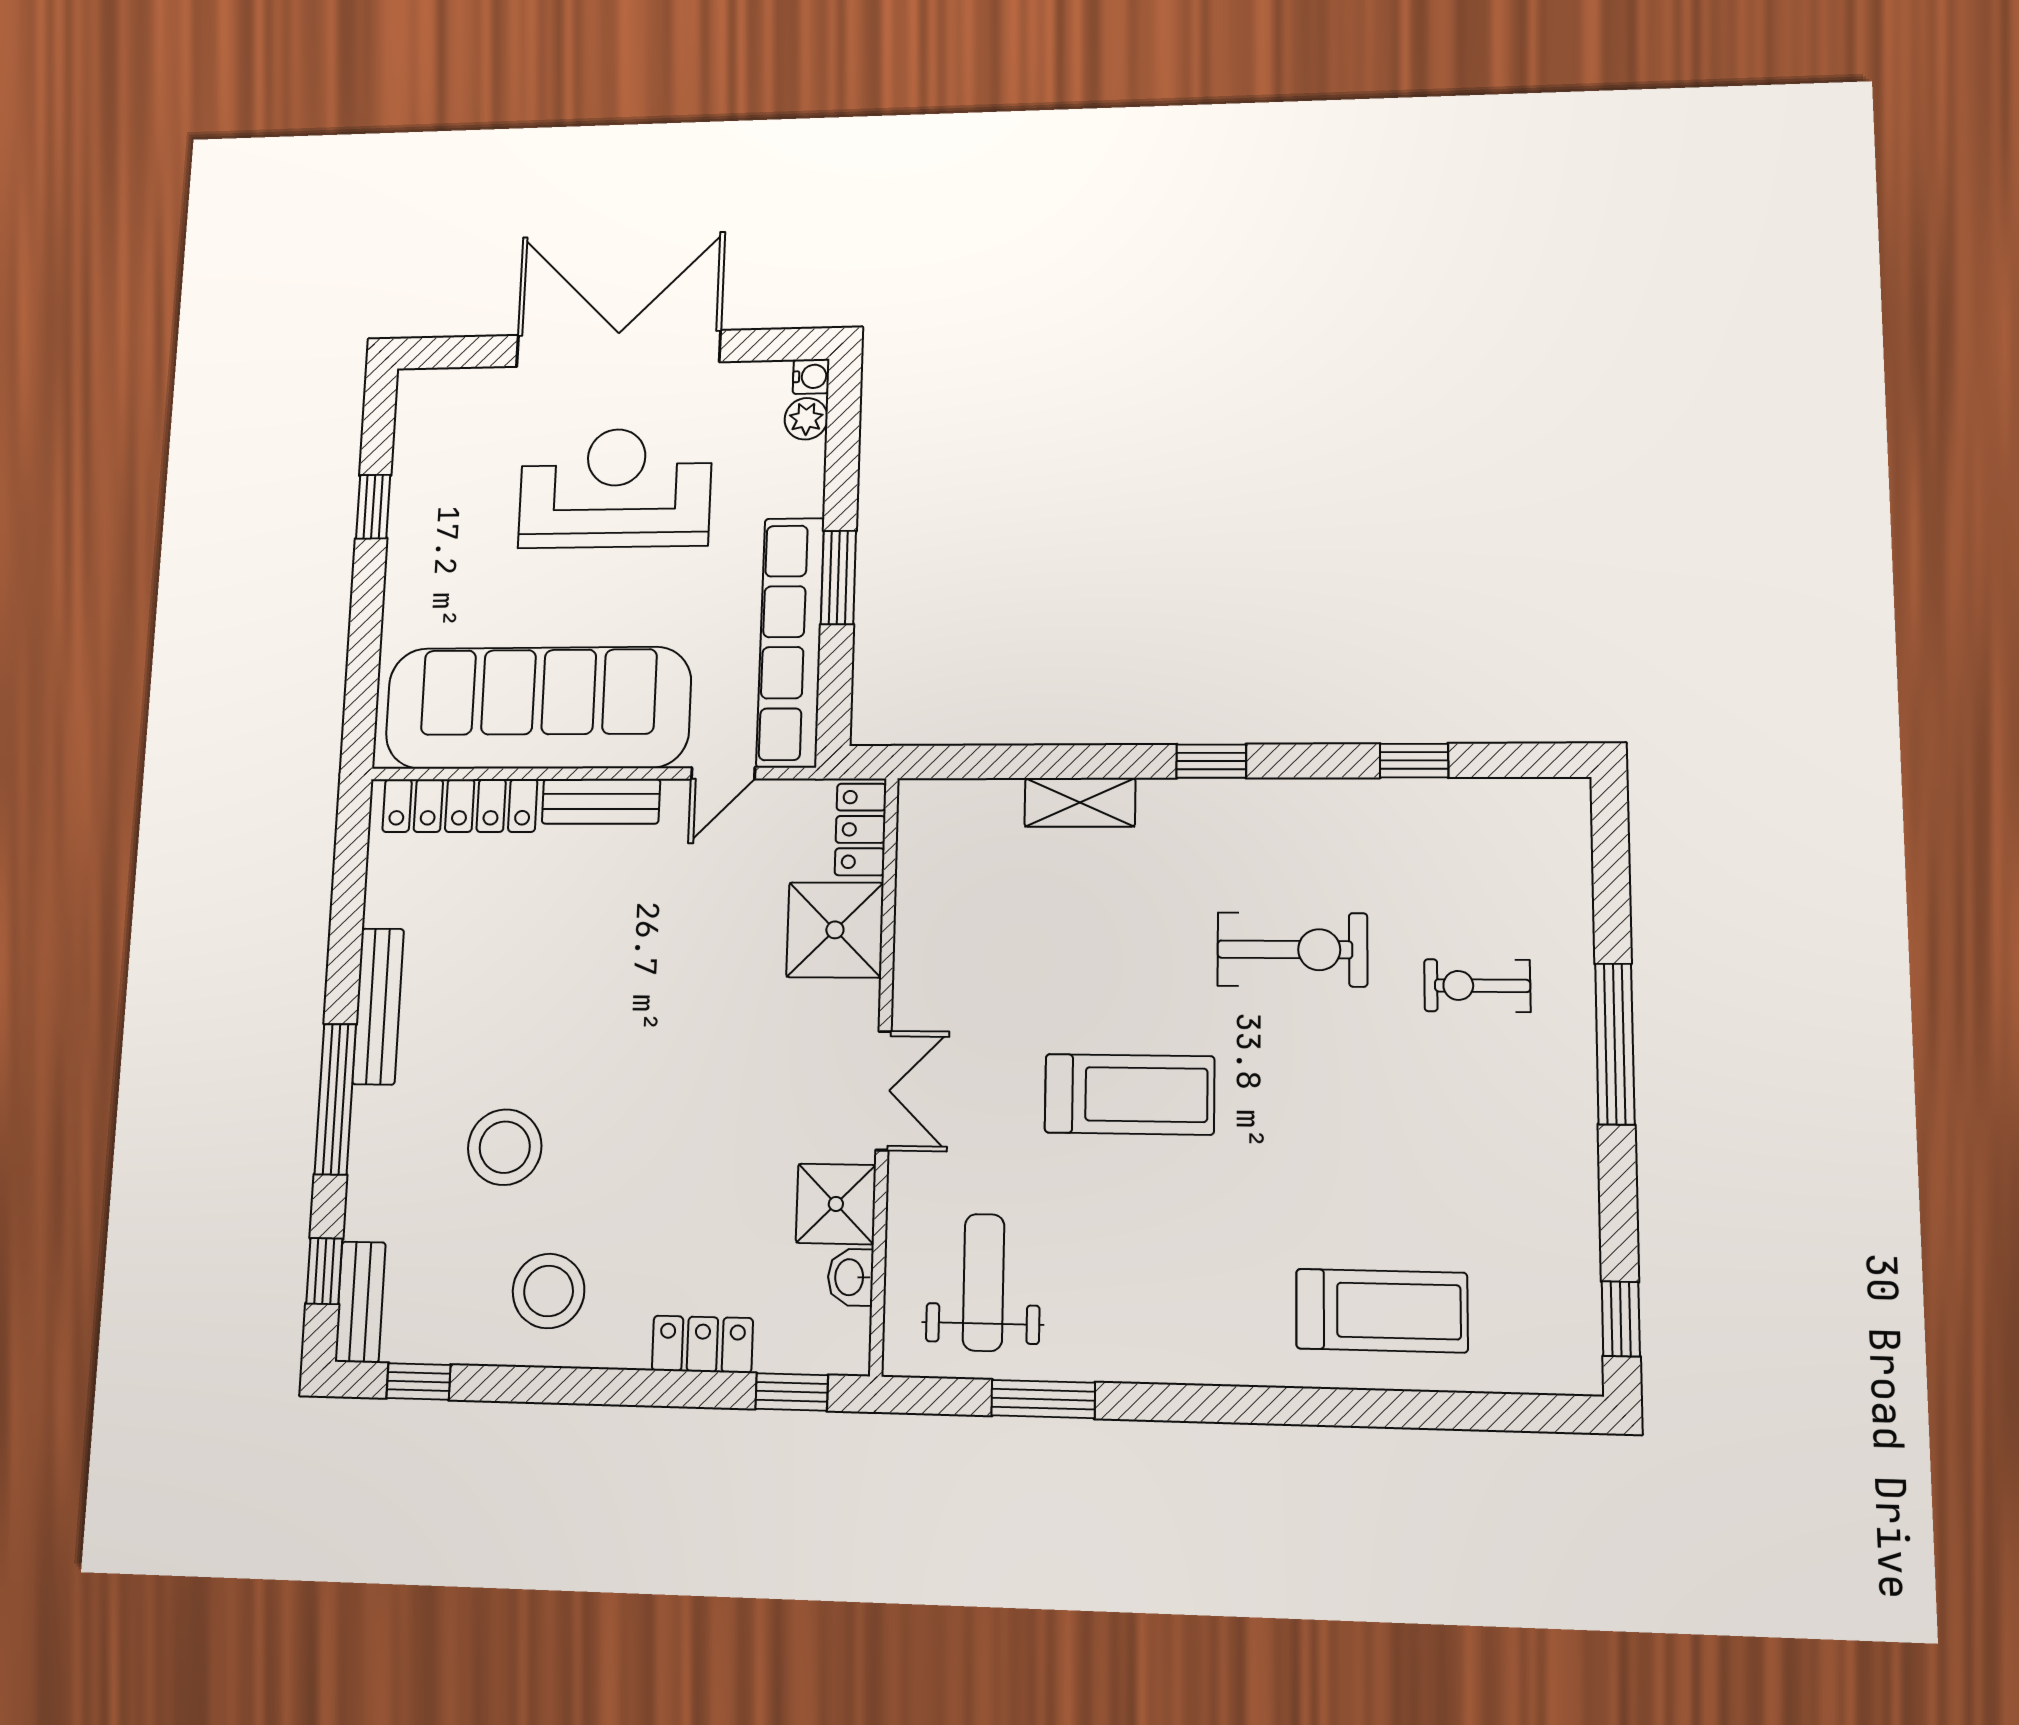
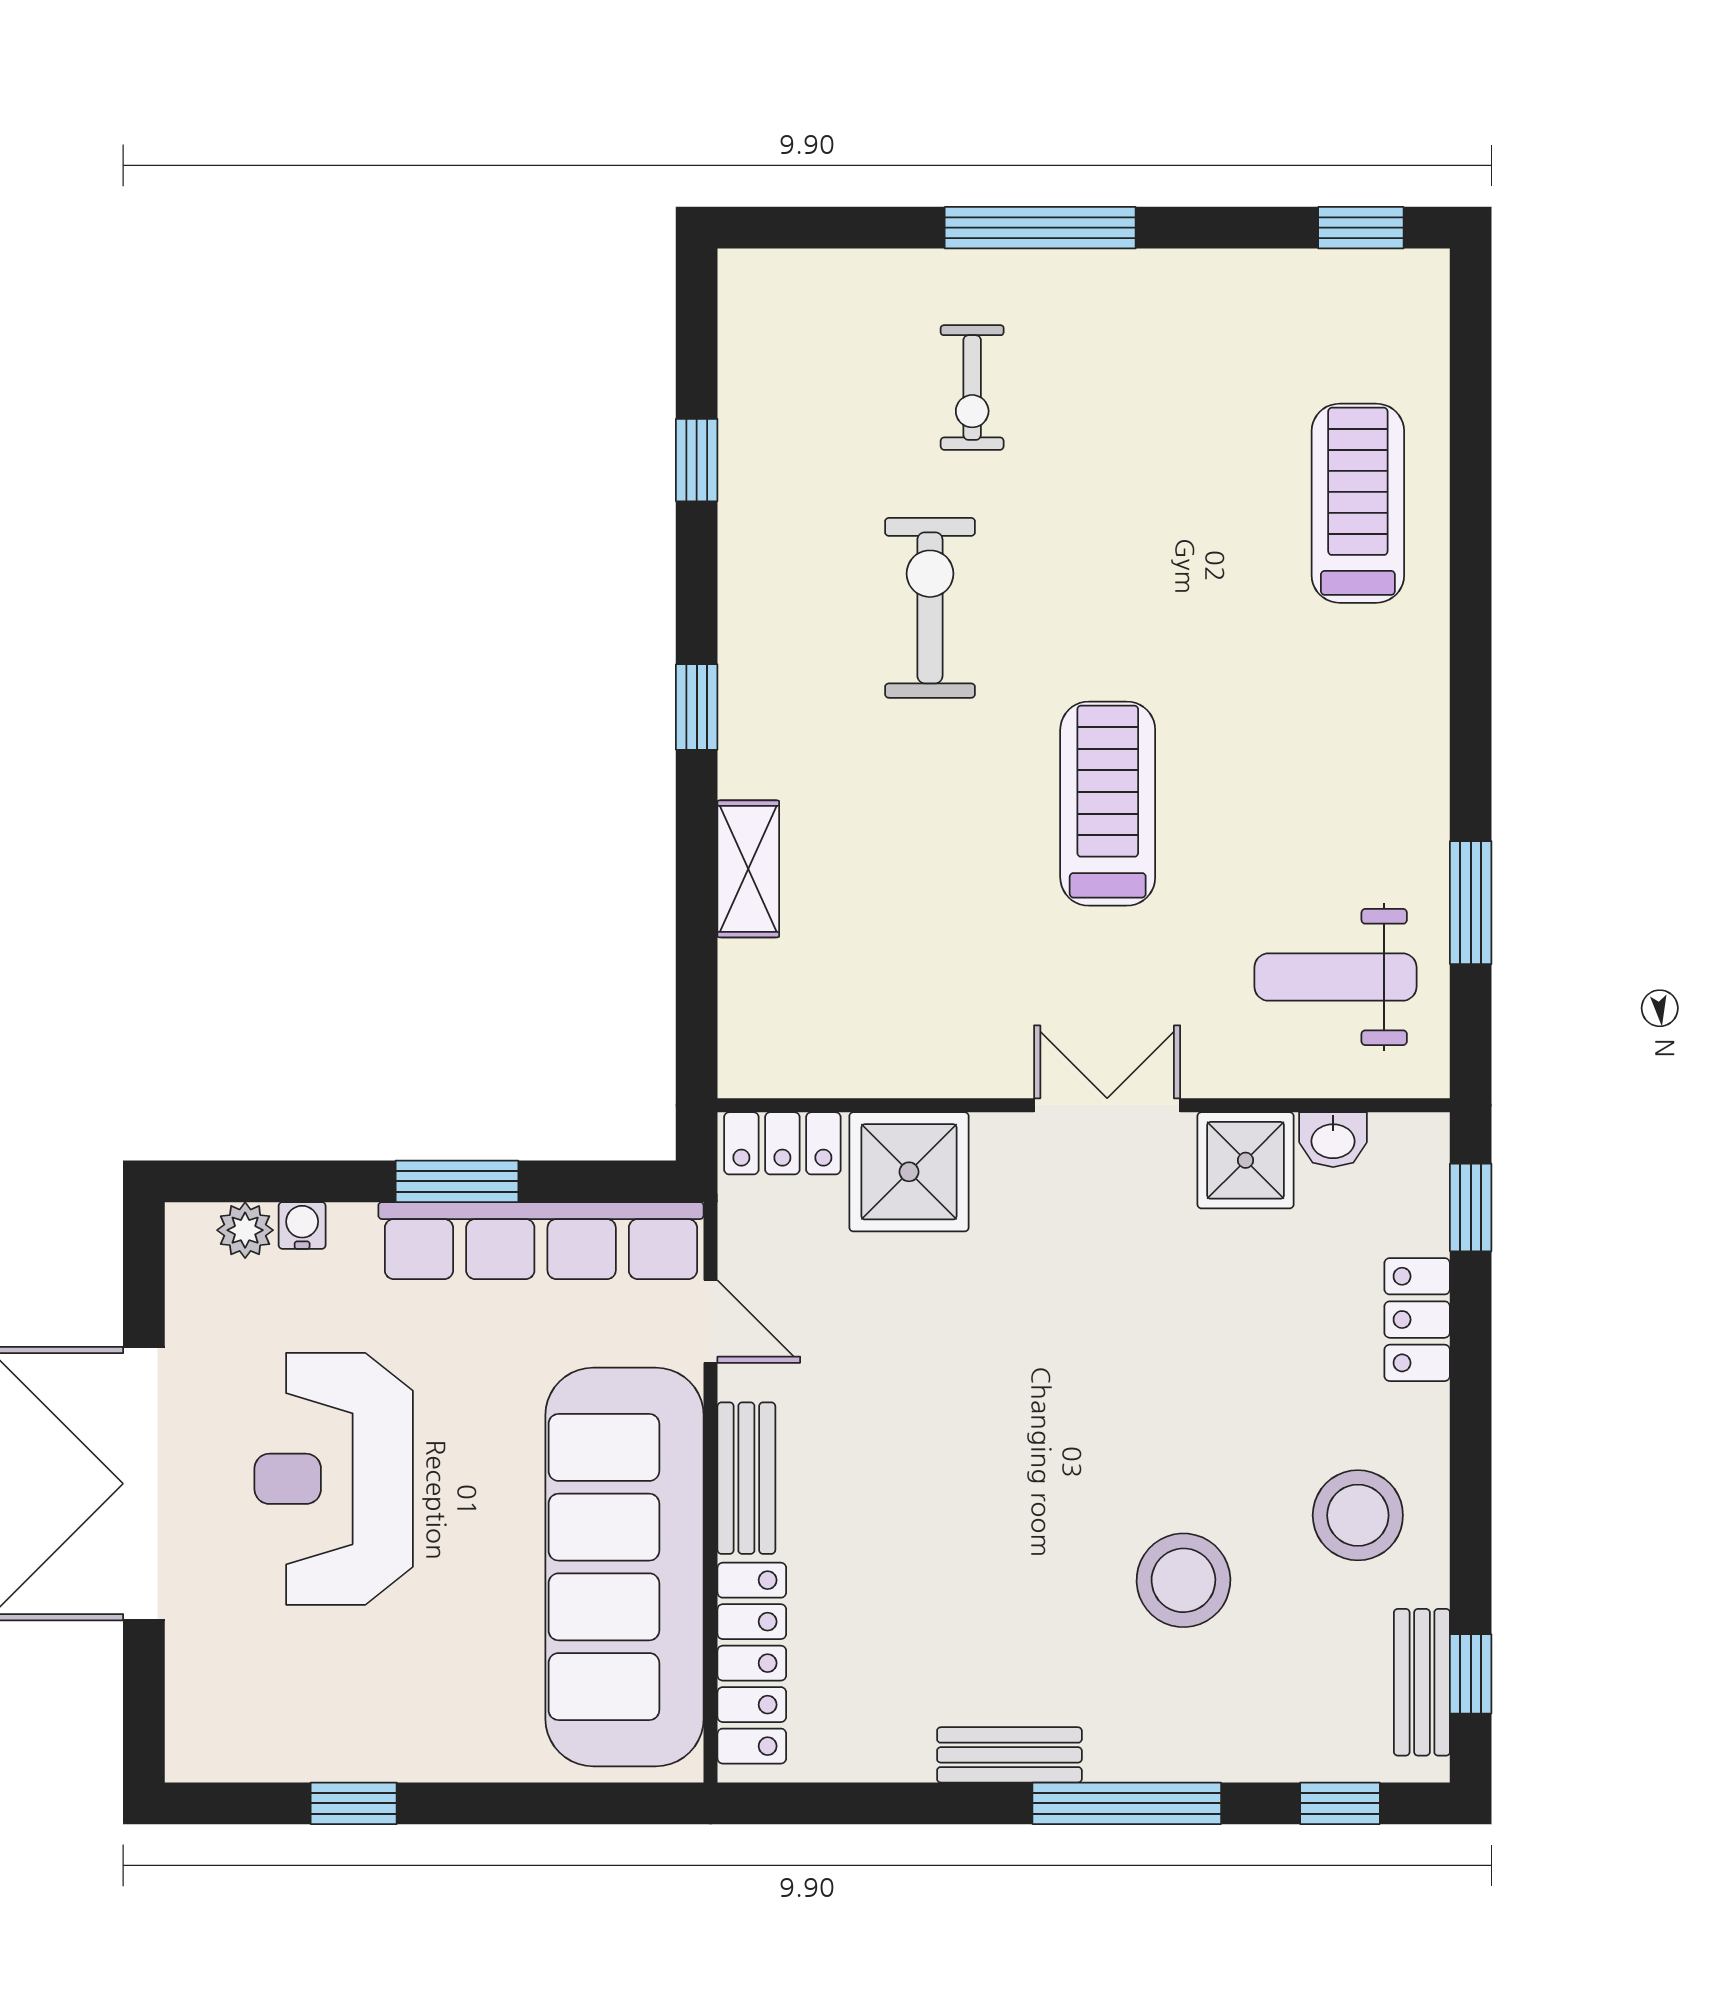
water cooler: (811, 376) -> (302, 1225), moved
bench: (378, 1006) -> (1009, 1755), width x0.73
bench: (360, 1302) -> (1422, 1682), moved, turned 90

